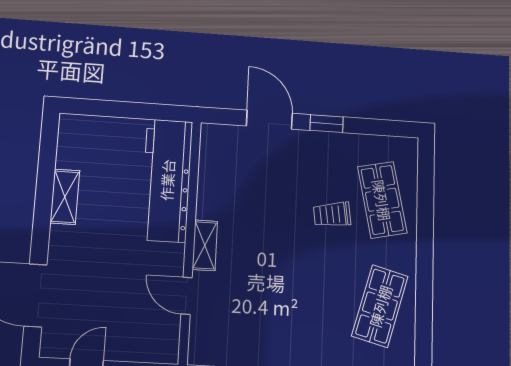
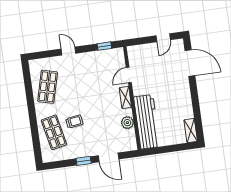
plant: (211, 187) -> (127, 123), added
shelving: (65, 197) -> (191, 131), moved
door: (187, 296) -> (129, 75), swing flipped

